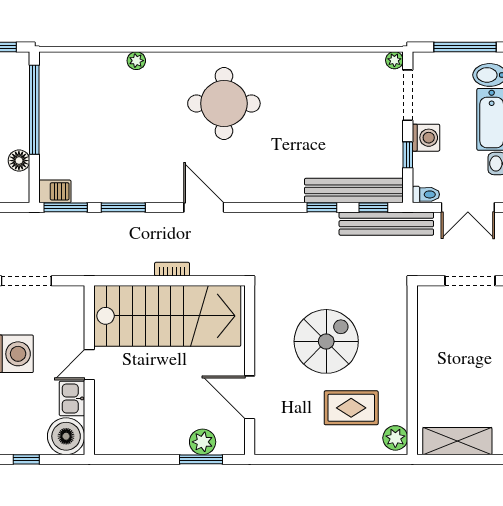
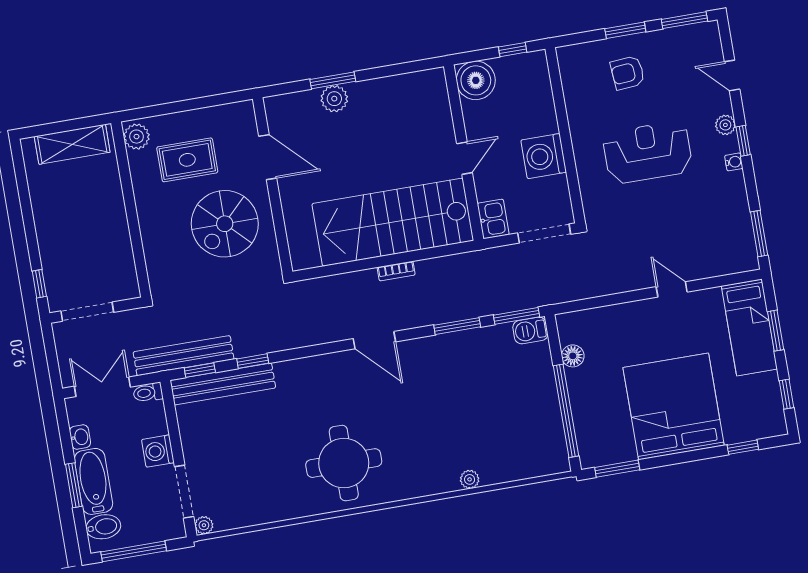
round table: (224, 103) -> (344, 463), moved
window: (408, 155) -> (174, 430), removed
wall: (250, 370) -> (273, 185), moved
door: (250, 397) -> (268, 157), moved
kitchen sink: (72, 398) -> (493, 219), moved

